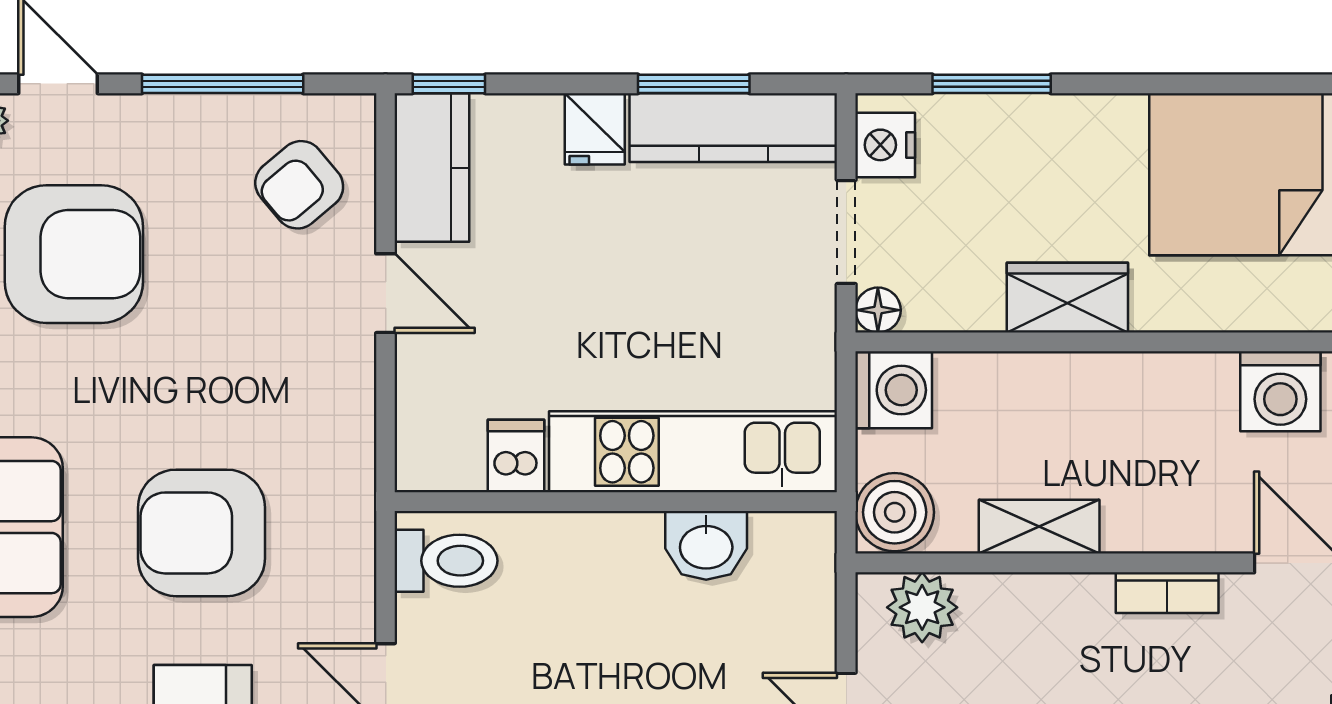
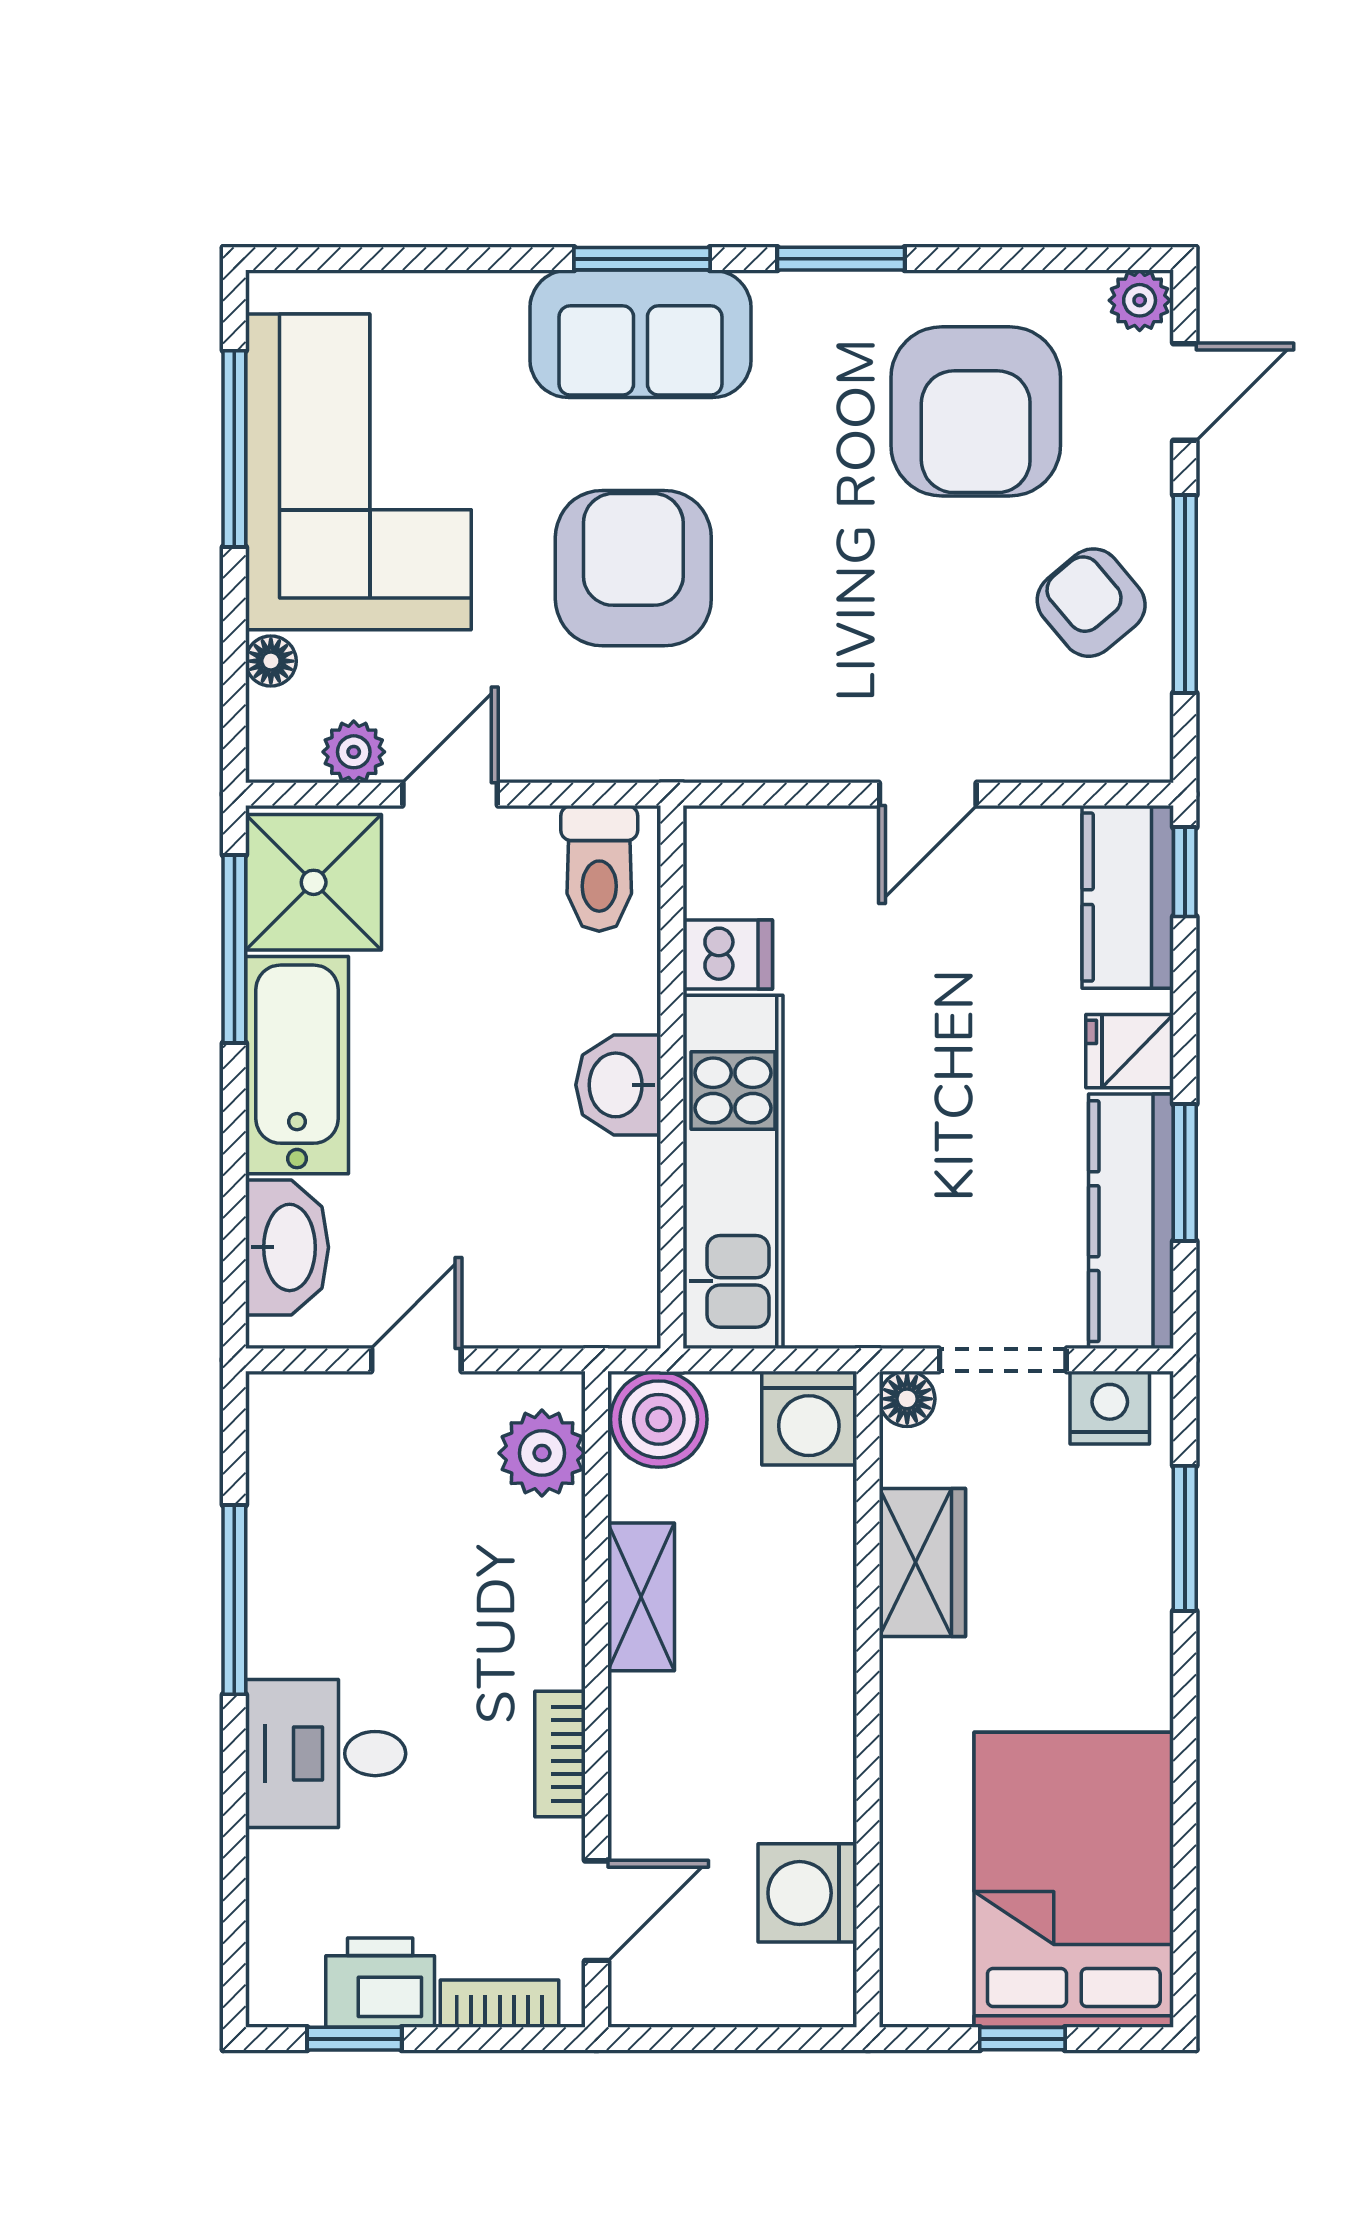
kitchen counter: (432, 168) -> (1128, 897), moved, turned 90
armchair: (299, 185) -> (1091, 603), moved
wardrobe: (1067, 298) -> (922, 1563), moved
washbasin: (706, 545) -> (618, 1085), moved

